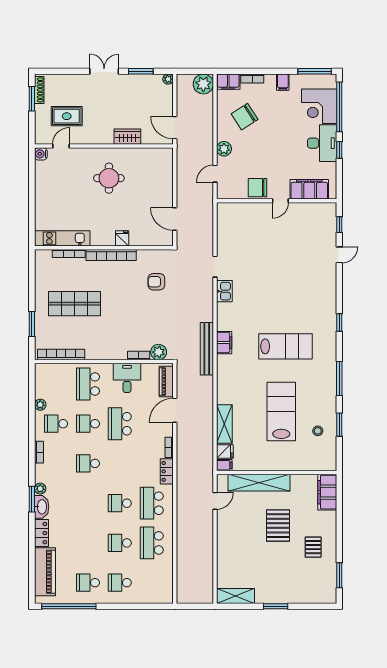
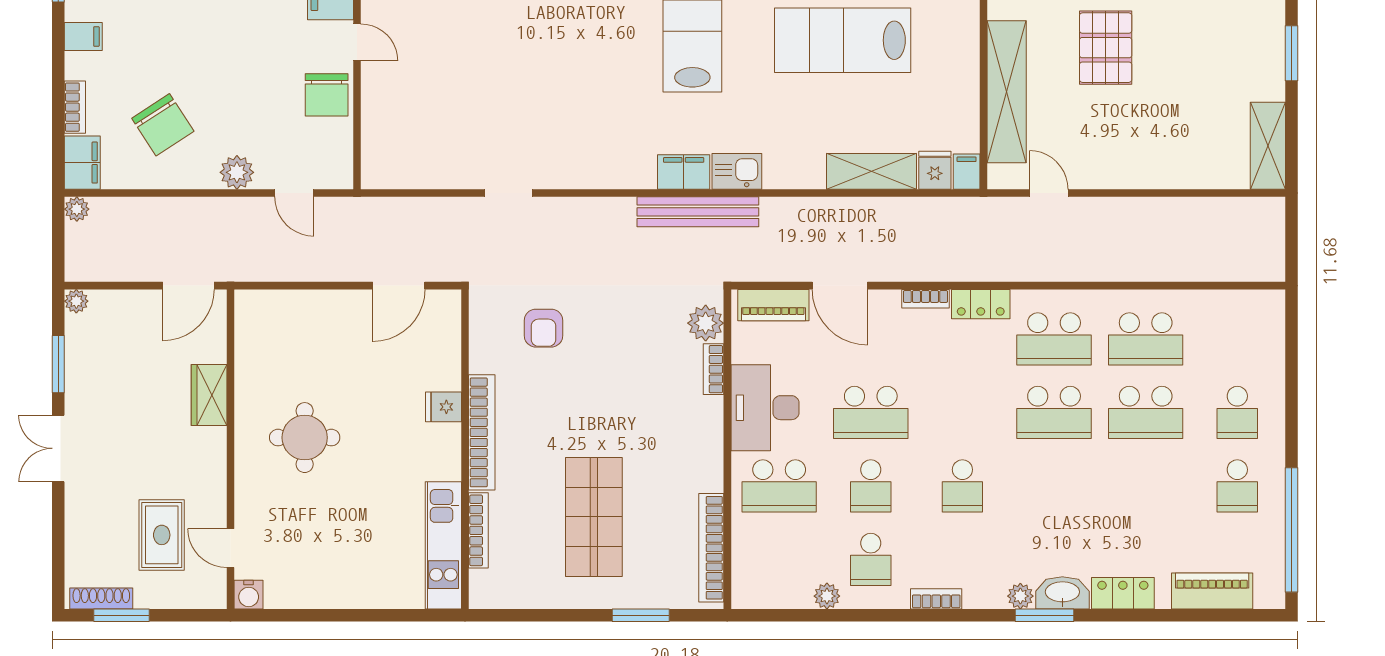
plant: (203, 84) -> (77, 209), width x0.53, depth x0.53
kitchen sink: (224, 291) -> (737, 171), moved
desk: (127, 378) -> (765, 408), width x1.37
school desk: (120, 503) -> (1054, 412), width x1.85
pallet: (278, 526) -> (1106, 48), turned 90
school desk: (120, 543) -> (1146, 412), width x1.85
piano: (45, 572) -> (1212, 591), width x0.73, depth x0.75

